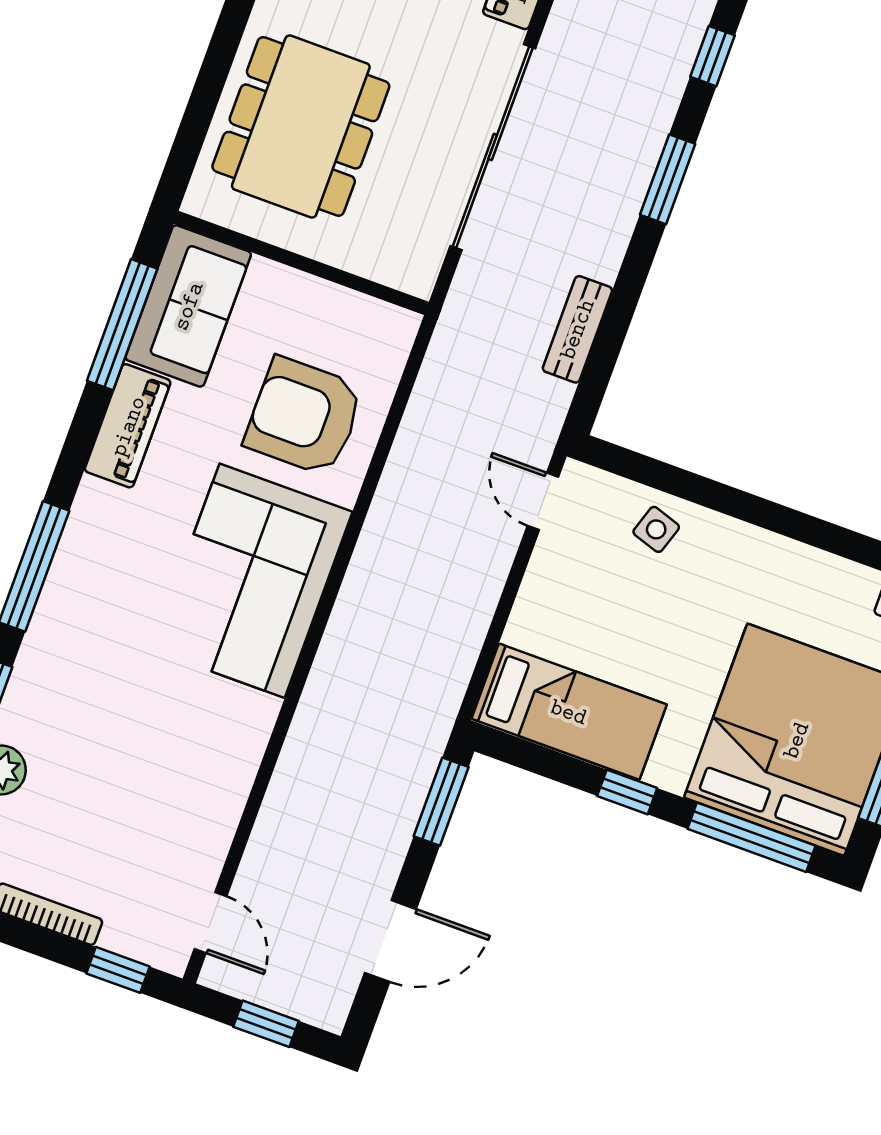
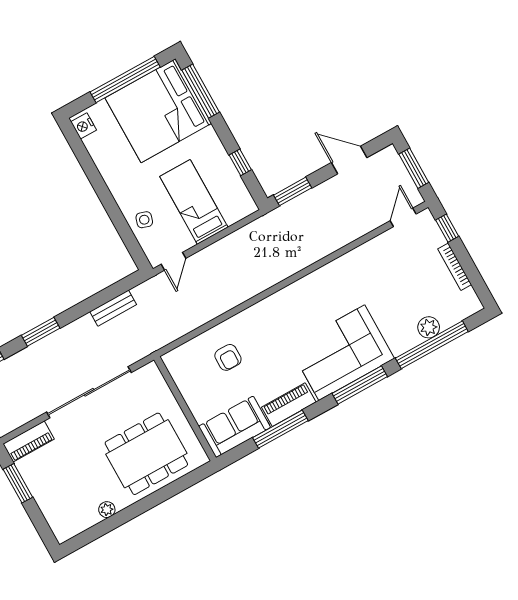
window: (122, 325) -> (280, 429), moved
armchair: (304, 416) -> (228, 357), width x0.53, depth x0.53
corner sofa: (252, 581) -> (342, 353), moved, turned 180
bed: (569, 712) -> (194, 202), moved
window: (627, 792) -> (240, 162), moved
window: (266, 1024) -> (414, 168), width x1.50

